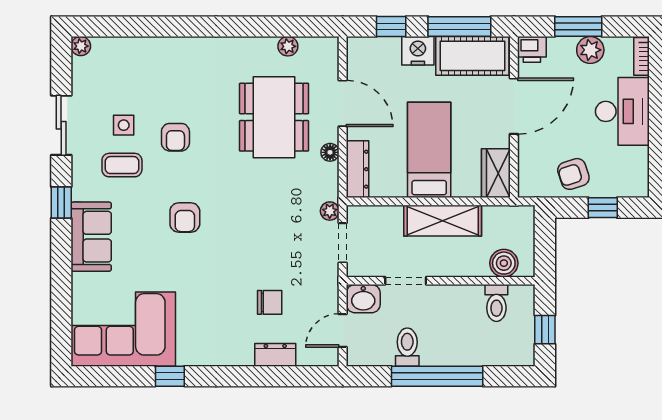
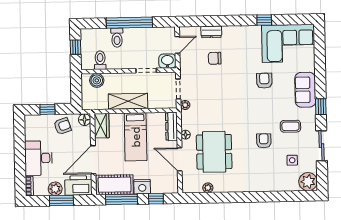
plant: (81, 46) -> (308, 182), width x1.87, depth x1.87
printer: (532, 49) -> (78, 186), width x1.87, depth x1.48
side table: (124, 125) -> (292, 160), moved
floor lamp: (529, 186) -> (85, 120), added
armchair: (185, 218) -> (264, 81), moved
toilet: (407, 347) -> (117, 38), moved

